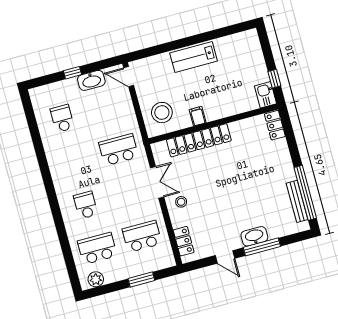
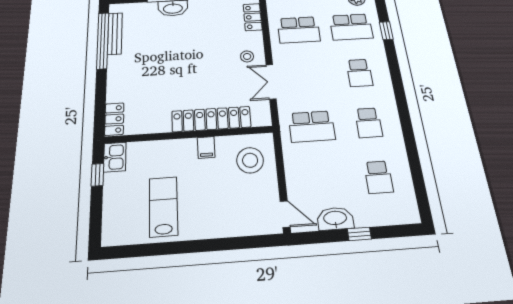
lab bench: (194, 57) -> (163, 207), moved, turned -90
school desk: (74, 162) -> (369, 123), added
window: (67, 251) -> (386, 31), added

